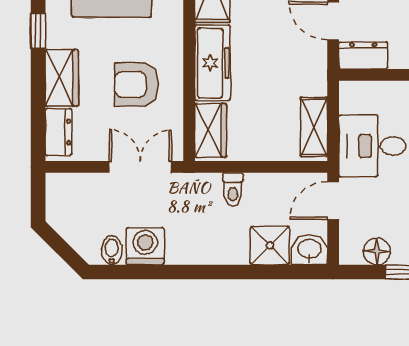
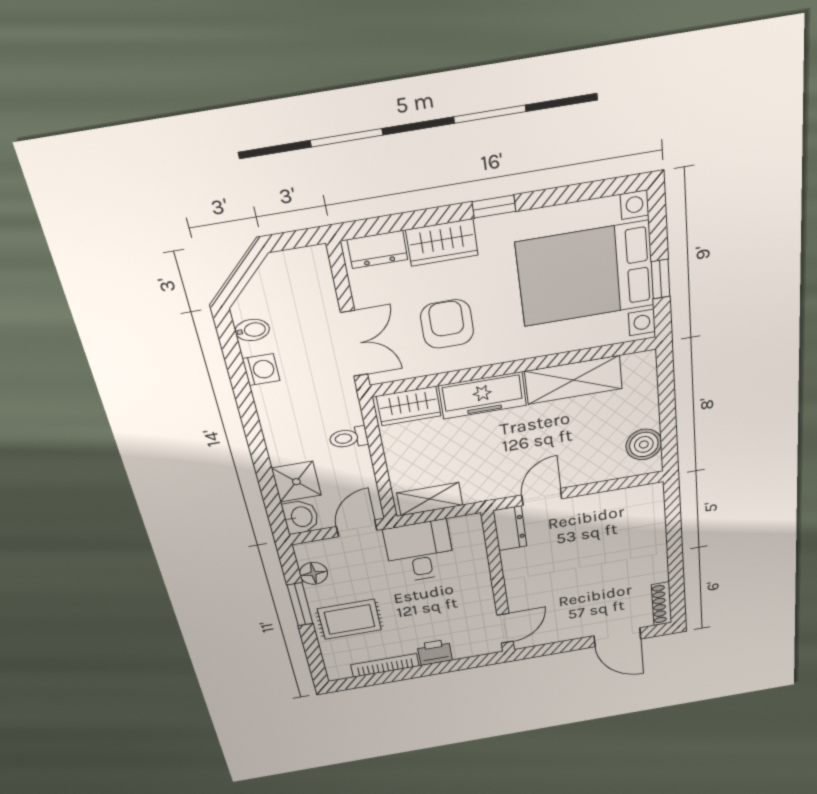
door: (333, 201) -> (357, 528), hinge flipped
washing machine: (145, 246) -> (261, 370), width x0.73, depth x0.73

